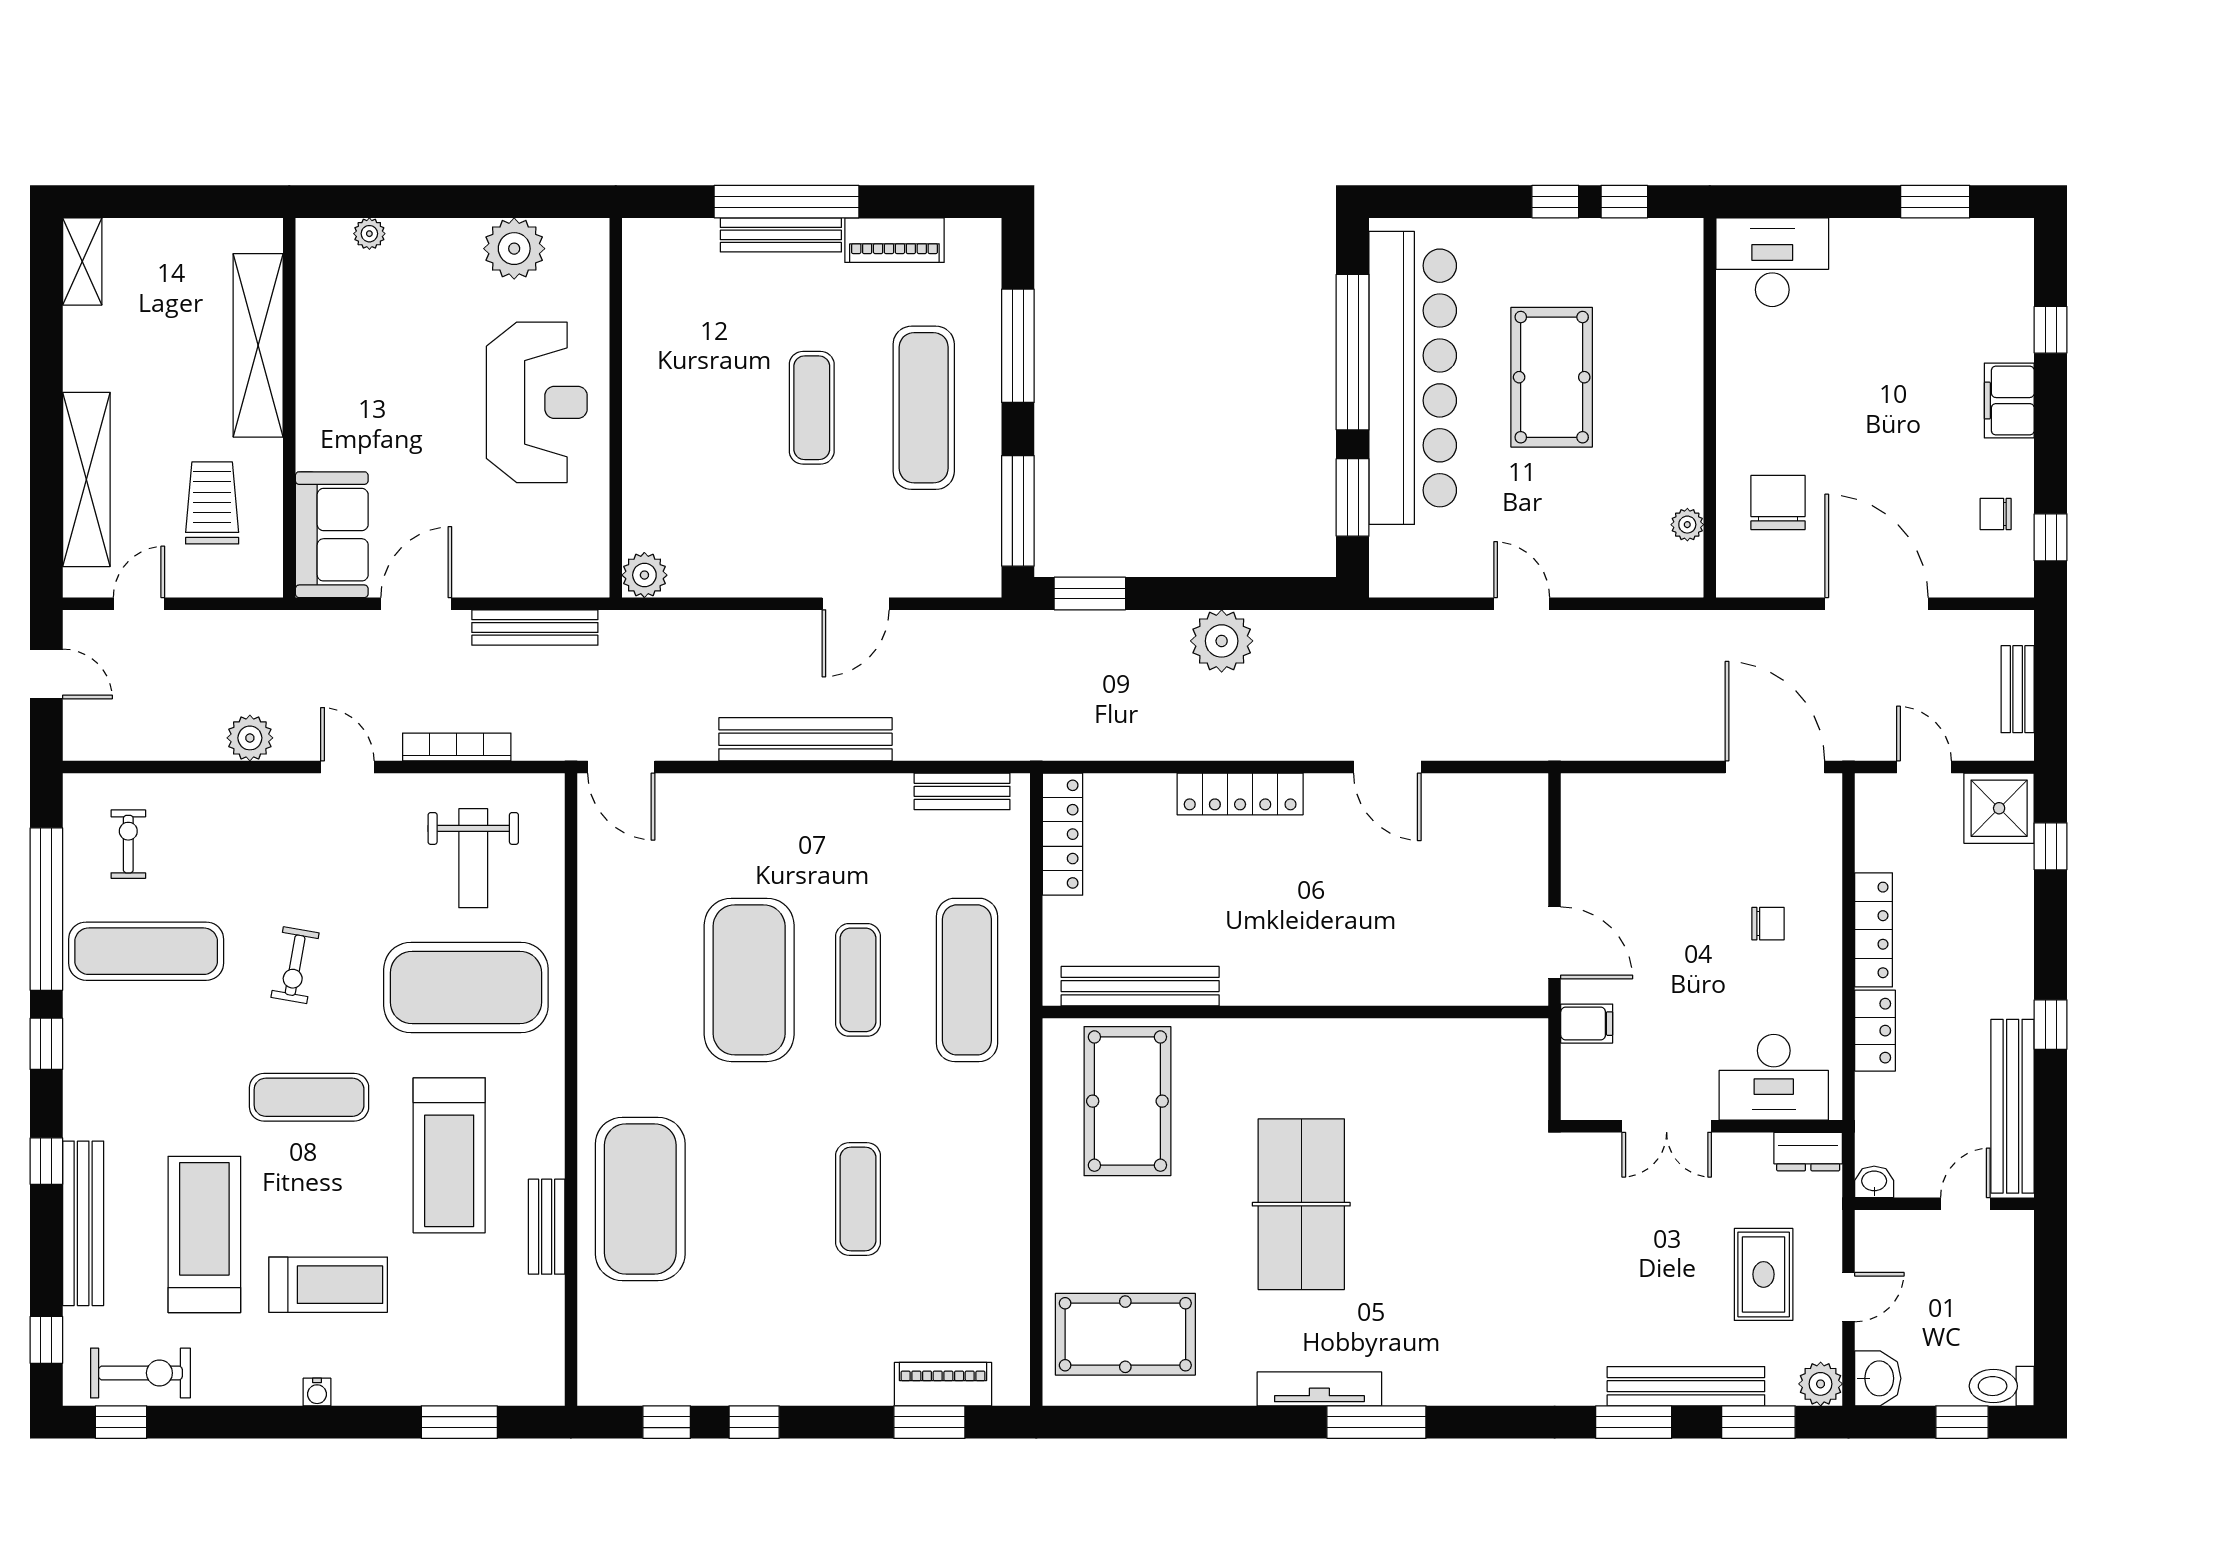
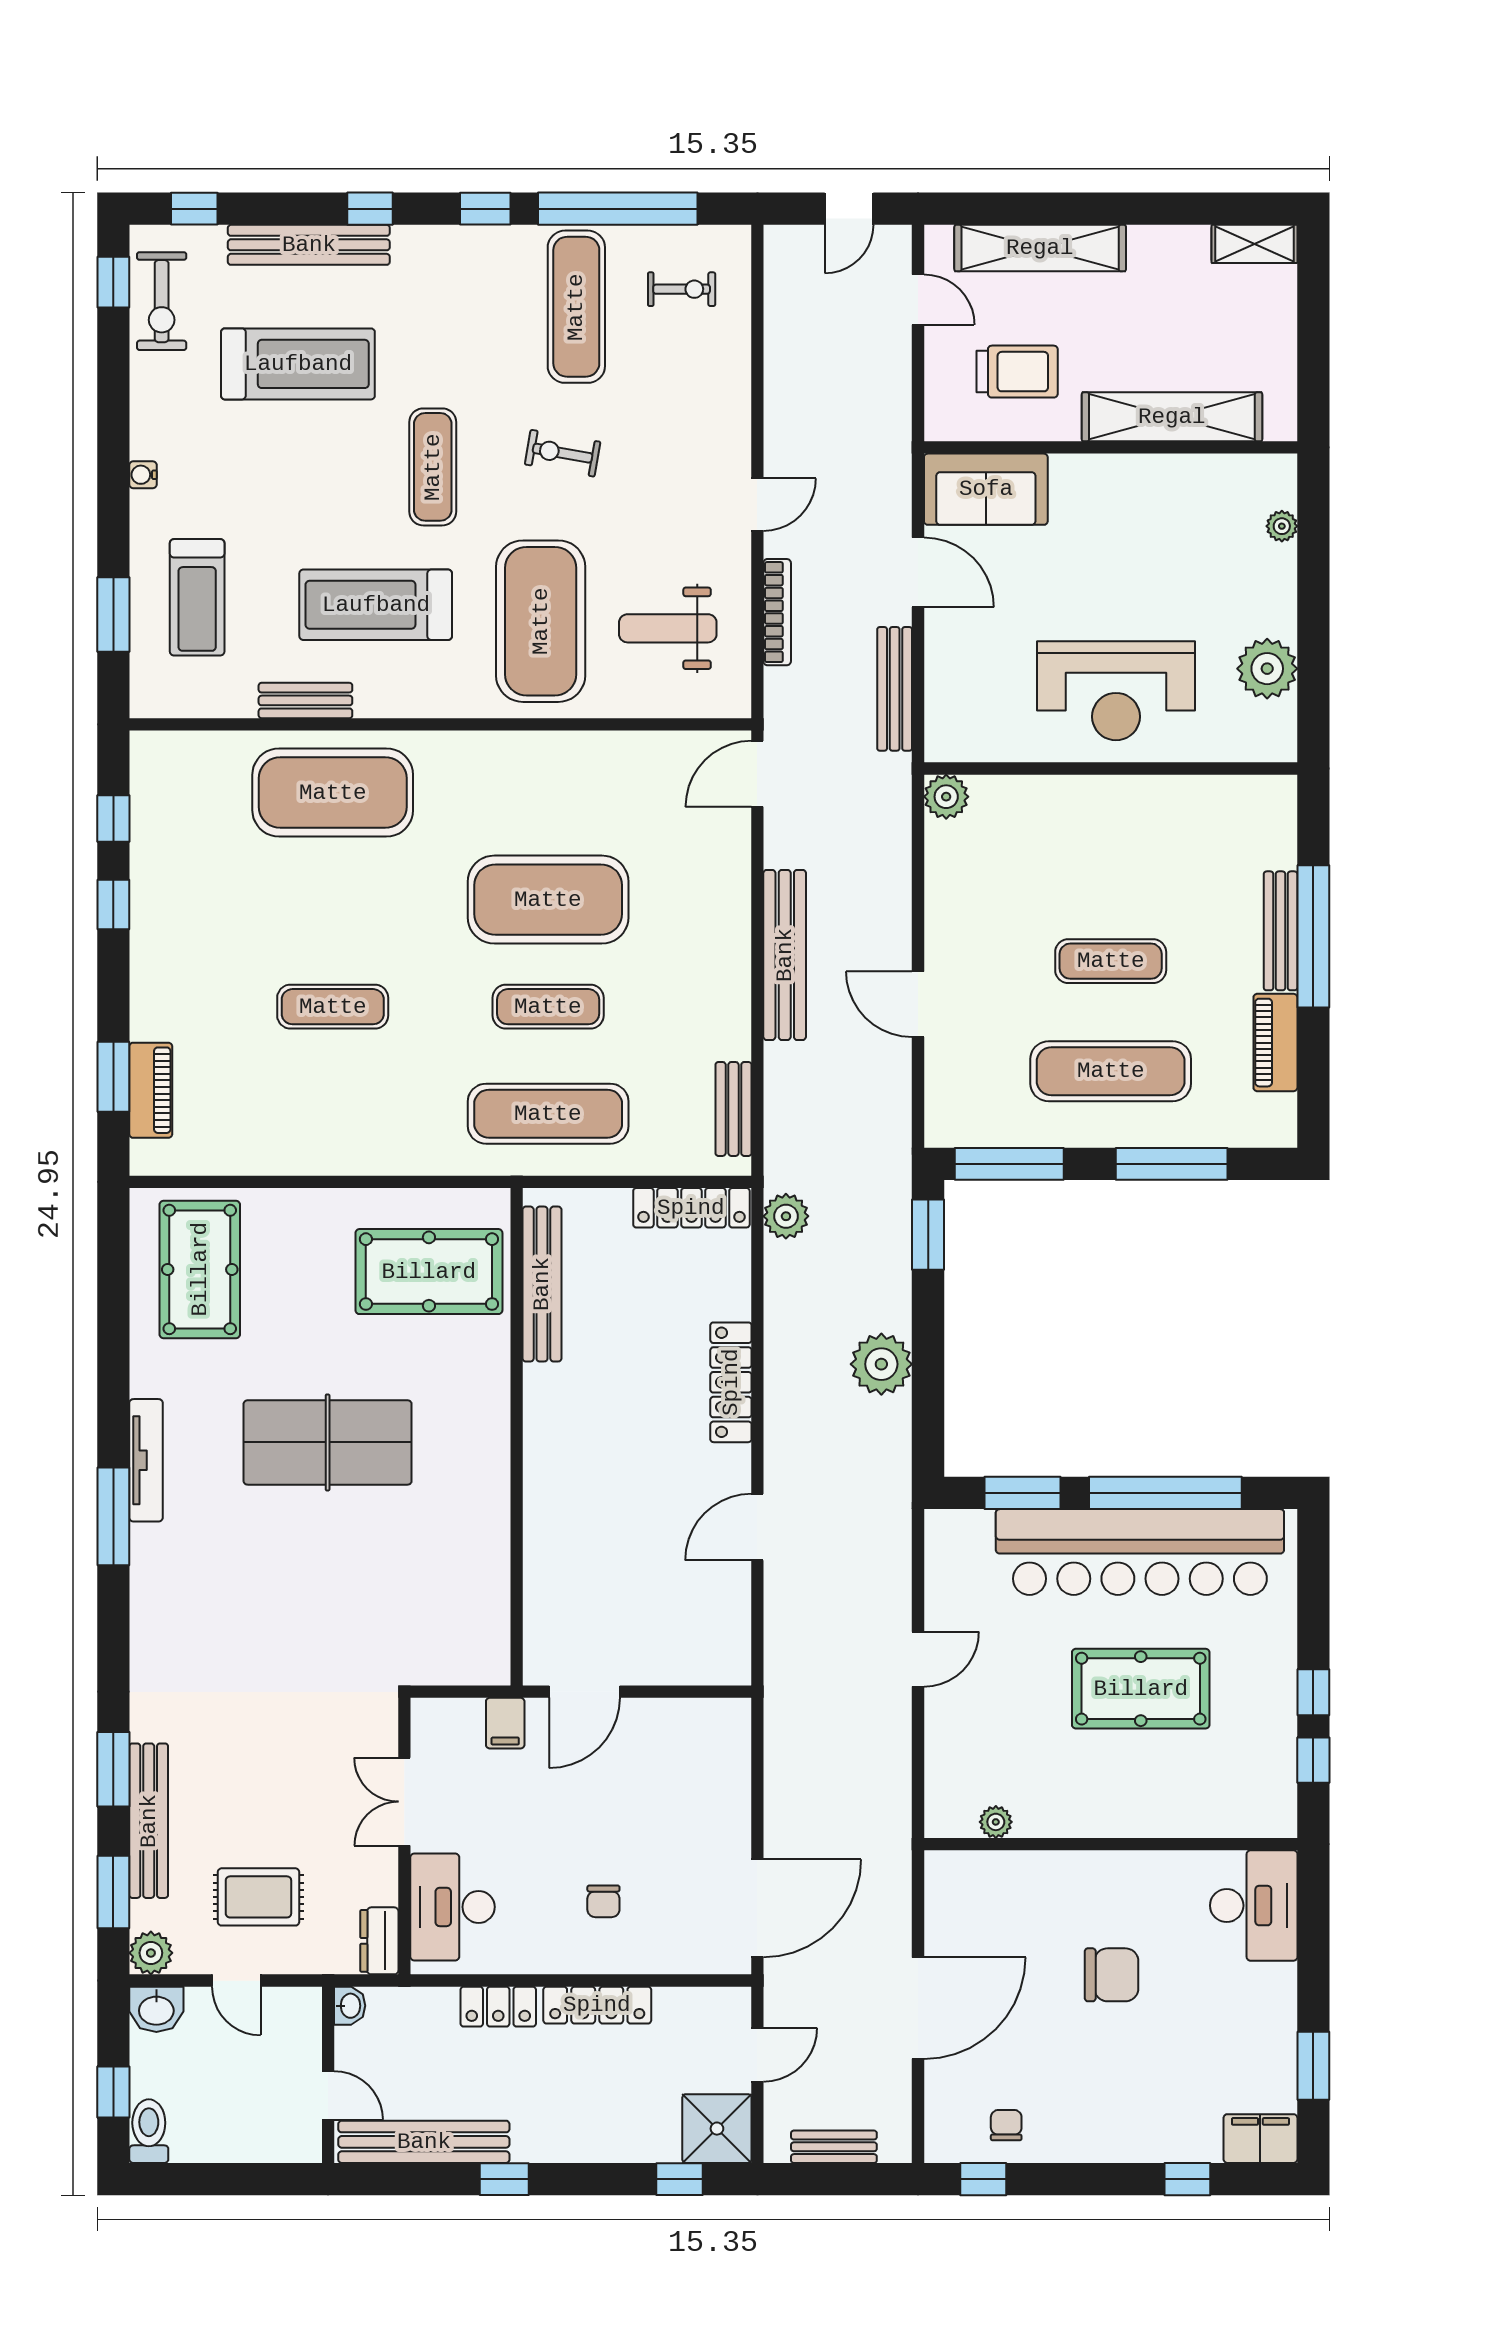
filing cabinet: (2009, 401) -> (1260, 2139), moved
chair: (1778, 503) -> (1112, 1975), moved
plant: (250, 738) -> (786, 1216), moved
treadmill: (328, 1285) -> (197, 597), moved

